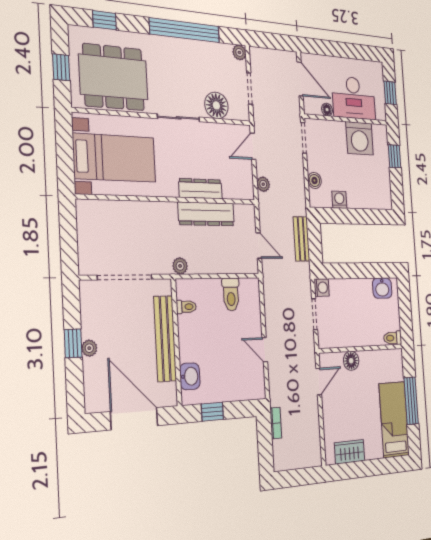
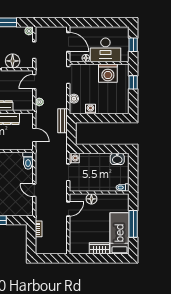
bench: (301, 239) -> (63, 121), moved
toilet: (231, 294) -> (28, 161), moved
wardrobe: (350, 452) -> (99, 248), moved

